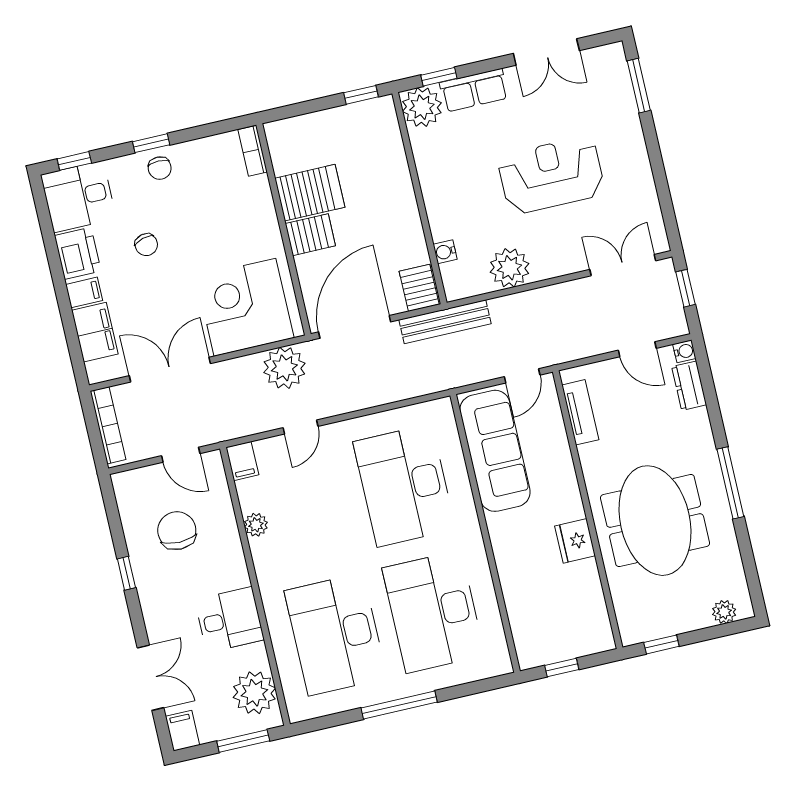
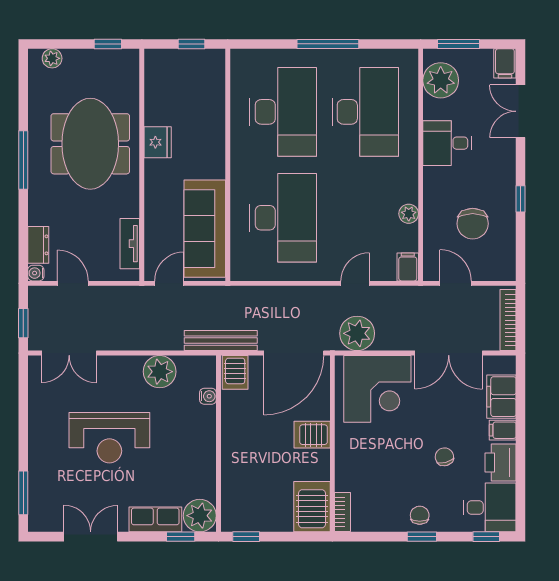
server rack: (310, 193) -> (312, 507), moved, turned 90

